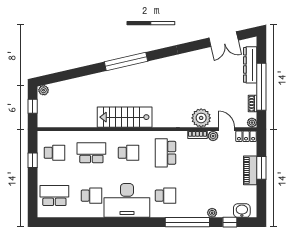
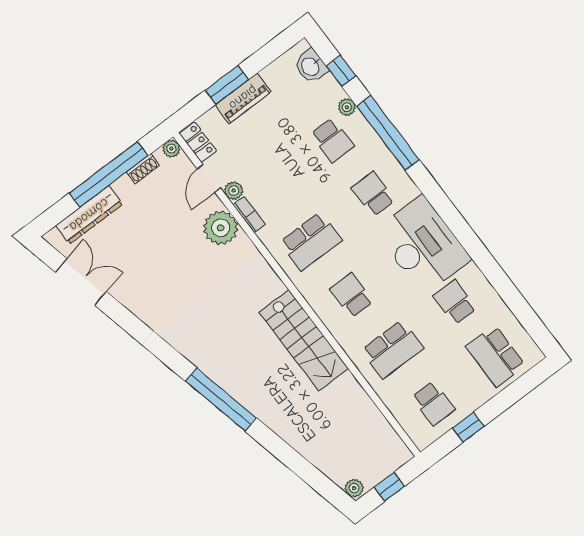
school desk: (54, 153) -> (433, 403), turned 180
school desk: (91, 153) -> (392, 349), turned -90
school desk: (202, 196) -> (332, 140), added

